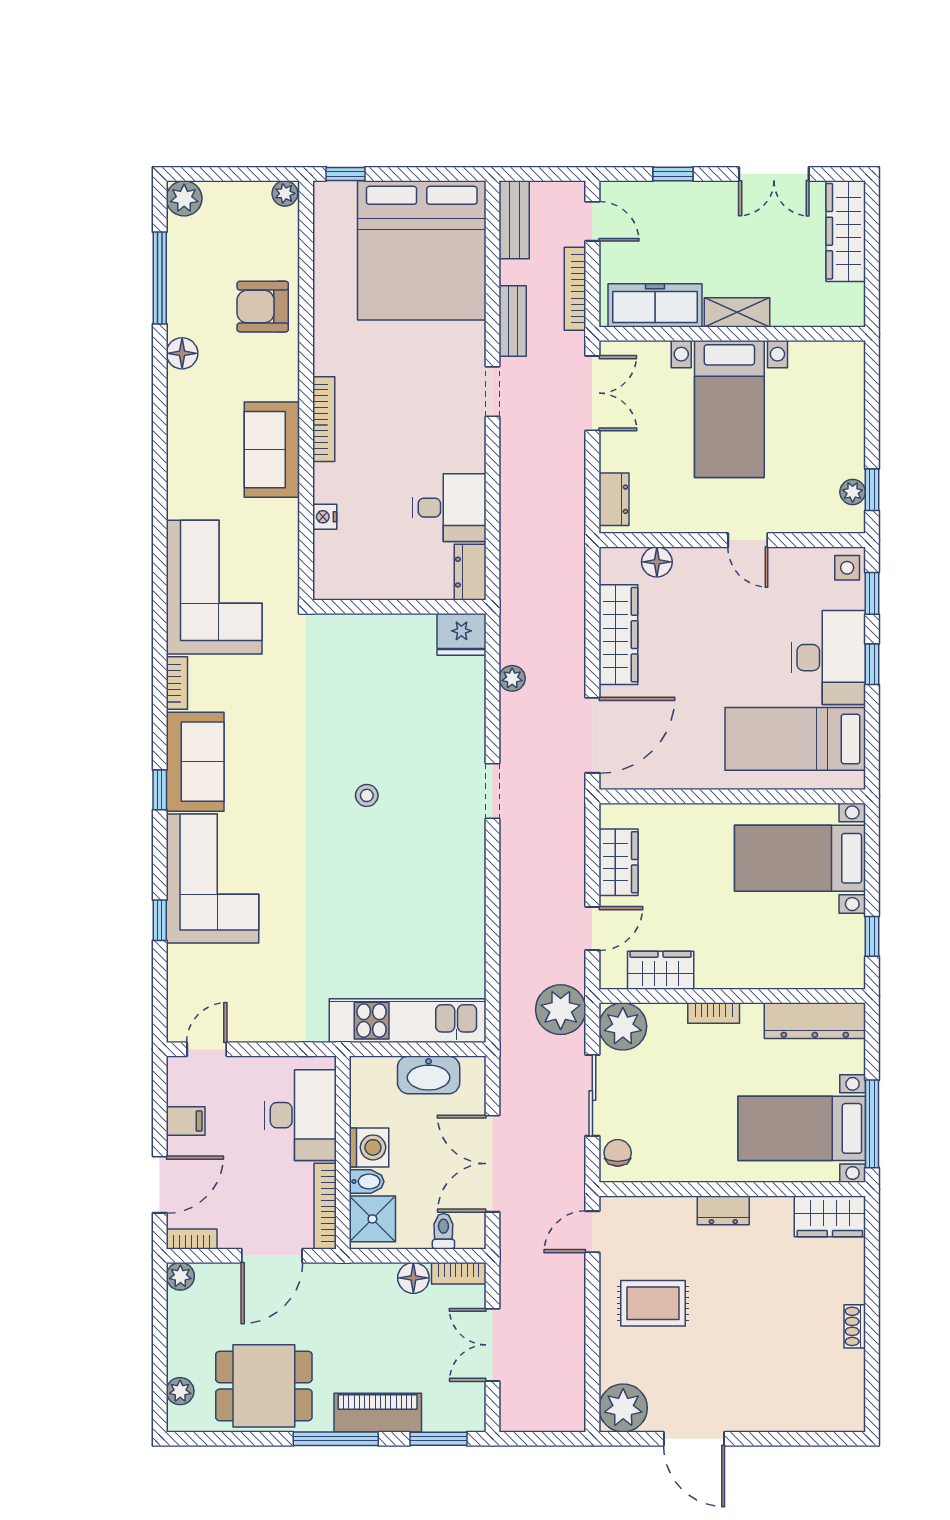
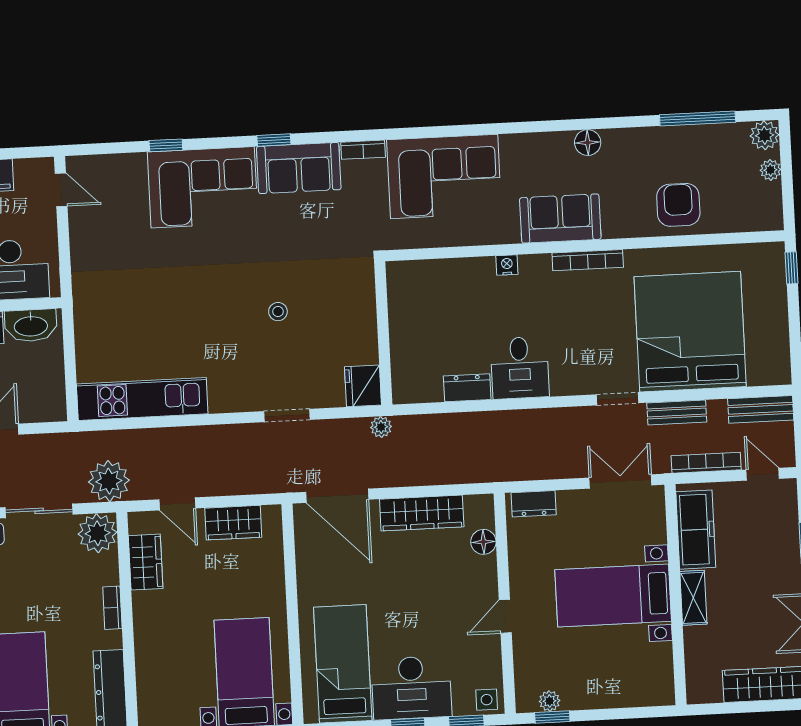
plant: (285, 193) -> (770, 170), moved
door: (592, 221) -> (763, 474), swing flipped
bed: (422, 250) -> (690, 332), moved, turned 90
floor lamp: (182, 353) -> (588, 143), moved
double door: (592, 393) -> (620, 481), swing flipped
wall: (399, 607) -> (383, 333), moved
fridge: (461, 634) -> (363, 386), moved
kitchen unit: (408, 1021) -> (142, 399), moved, turned -90
washbasin: (429, 1075) -> (31, 325), moved, turned -90

